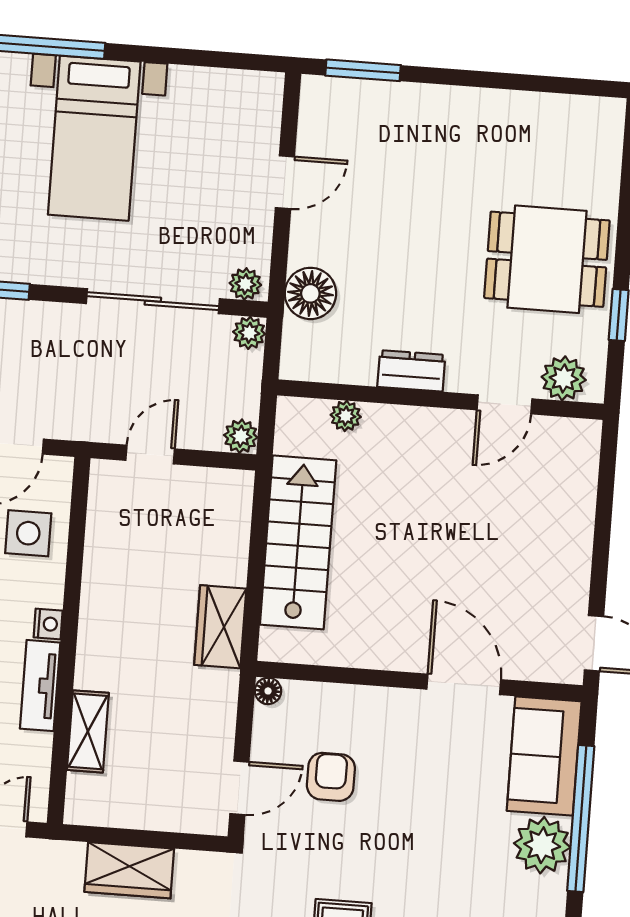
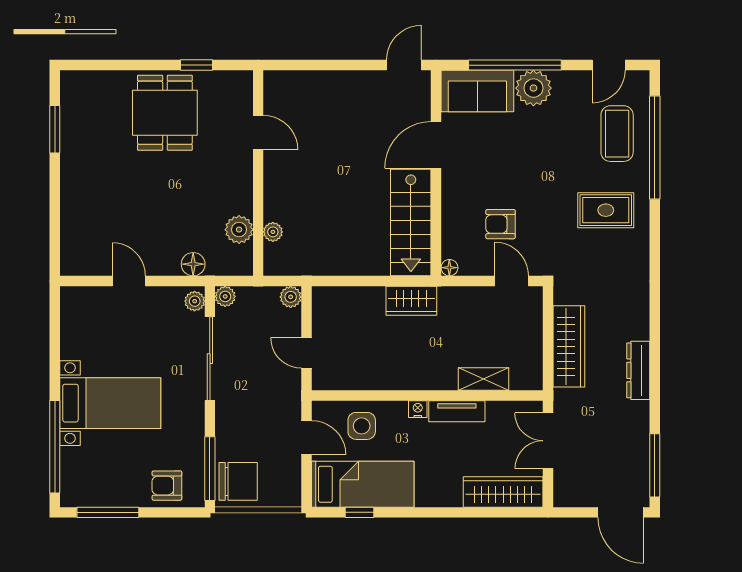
window: (363, 70) -> (55, 129), moved
floor lamp: (310, 293) -> (193, 264), width x0.73, depth x0.73
dresser: (411, 371) -> (241, 193), removed
plant: (564, 378) -> (239, 230), moved
stairs: (298, 542) -> (411, 223), moved, turned -90
wardrobe: (129, 870) -> (569, 346), width x1.50

